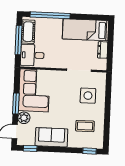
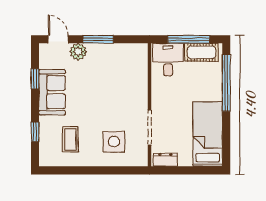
dresser: (103, 50) -> (165, 160), moved
corner sofa: (34, 90) -> (118, 65), removed
window: (30, 148) -> (35, 79), moved
window: (89, 151) -> (35, 132), moved

